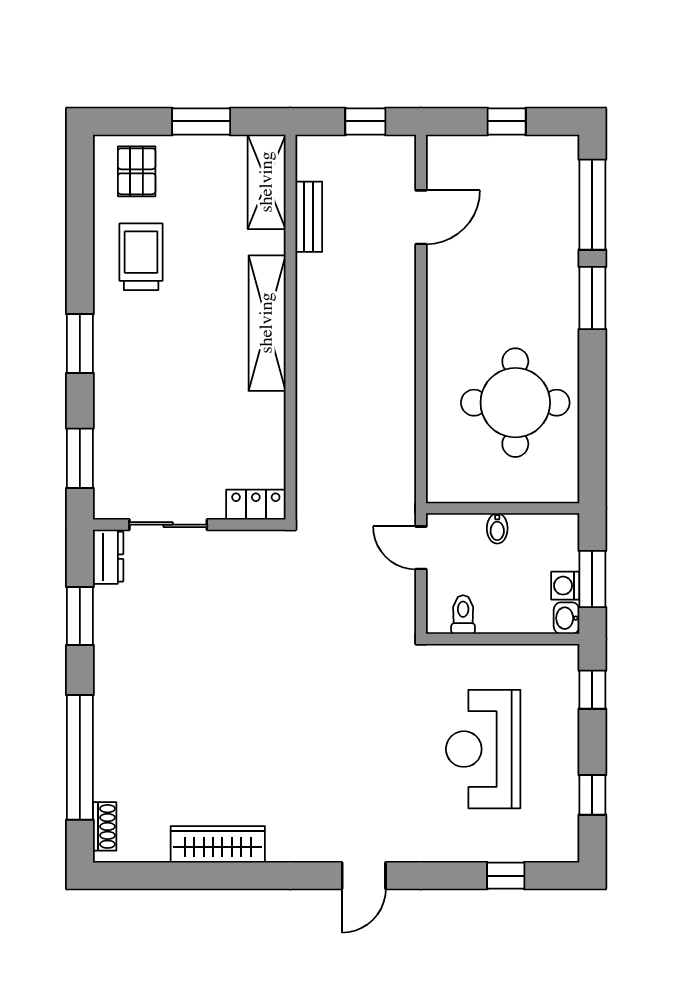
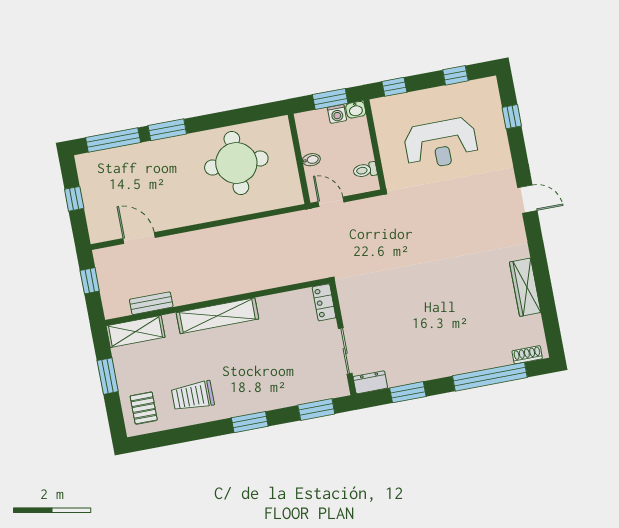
pallet: (137, 171) -> (144, 408), turned 90
door: (421, 548) -> (331, 202), swing flipped

